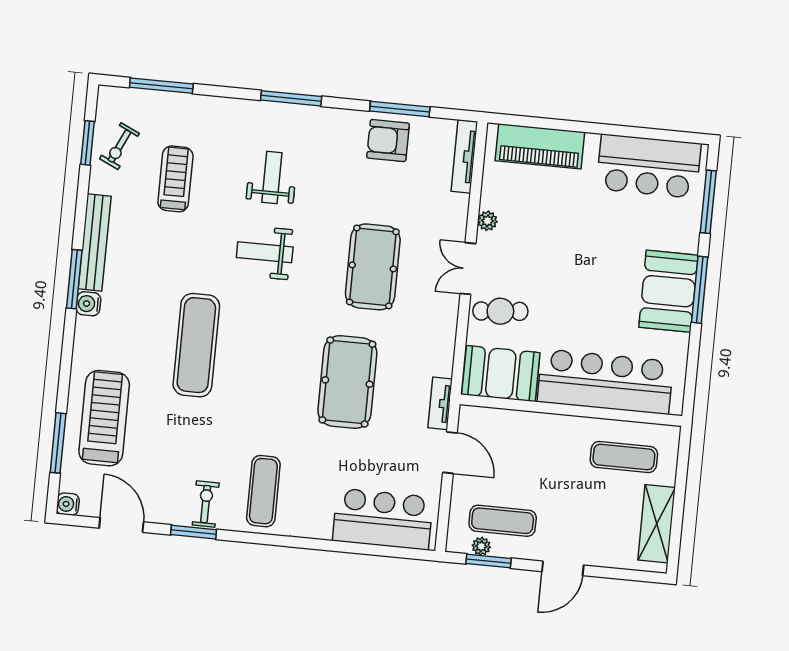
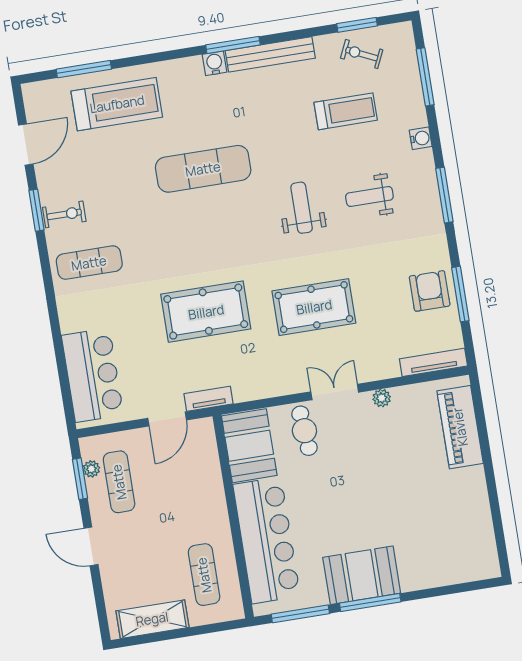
bar counter: (649, 166) -> (468, 528), removed
weight bench: (272, 178) -> (369, 197), turned 180
window: (708, 202) -> (300, 614), moved
water cooler: (68, 504) -> (421, 138), moved, turned 90

